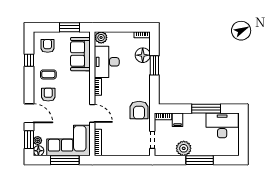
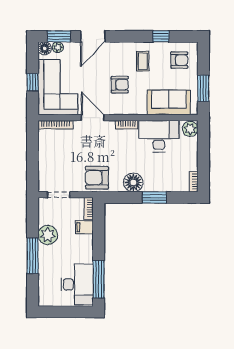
floor lamp: (143, 55) -> (133, 182), moved
armchair: (48, 95) -> (120, 85), moved
window: (206, 109) -> (99, 279), moved
door: (92, 113) -> (93, 118), swing flipped
window: (65, 160) -> (33, 82), width x0.46

